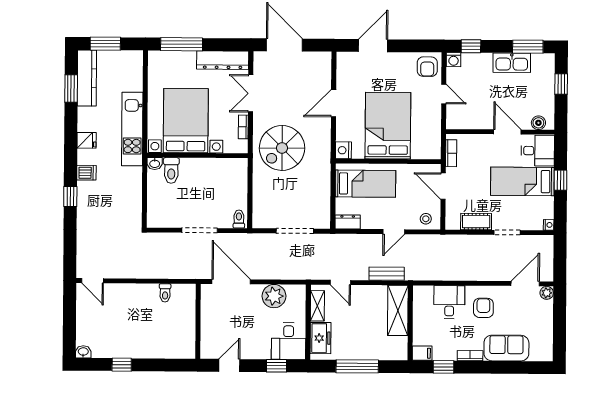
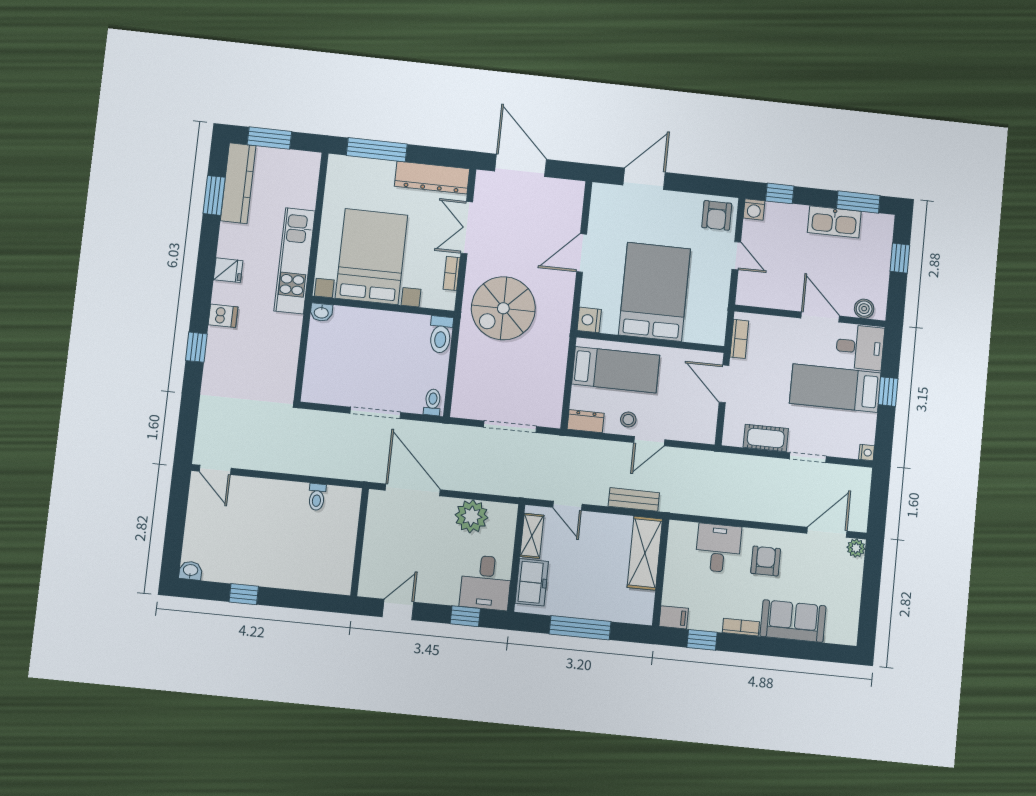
toilet: (171, 170) -> (441, 335), moved
stool: (426, 219) -> (628, 420), moved

